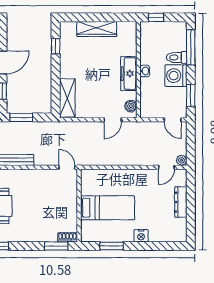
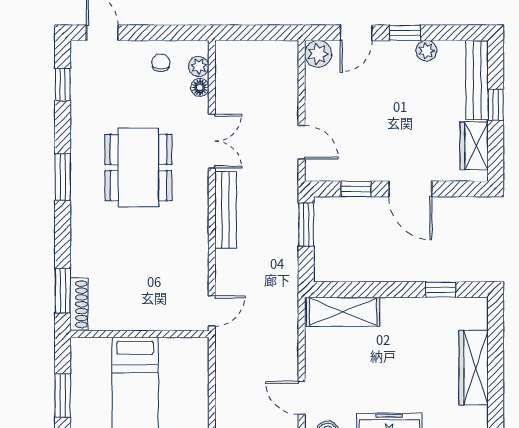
shoe rack: (67, 237) -> (79, 304), width x1.43

